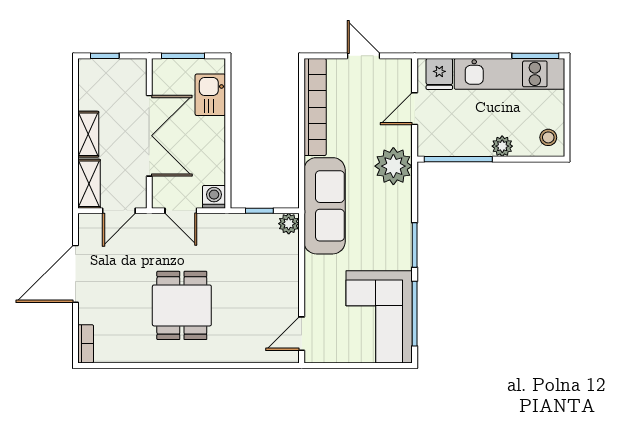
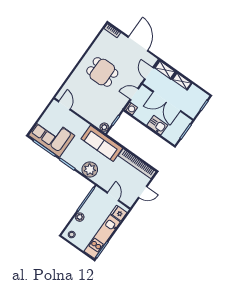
kitchen sink: (210, 95) -> (157, 125), moved
plant: (393, 166) -> (90, 170), moved

